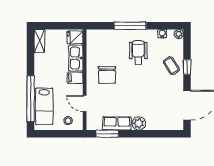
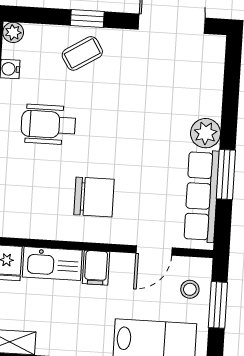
row of seats: (117, 123) -> (202, 196), width x1.48
window: (62, 134) -> (218, 305), added
window: (107, 134) -> (226, 175), moved

